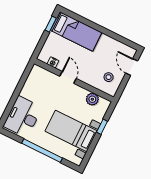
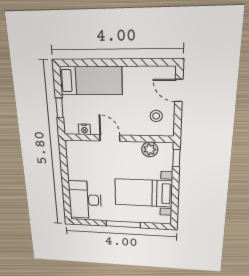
window: (51, 24) -> (60, 108), moved
window: (102, 127) -> (176, 158), moved
window: (42, 151) -> (123, 224), width x0.68

